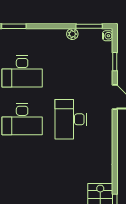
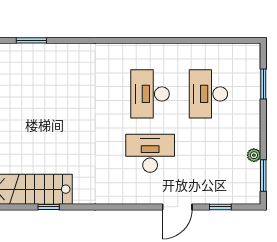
water cooler: (108, 36) -> (252, 198), removed

